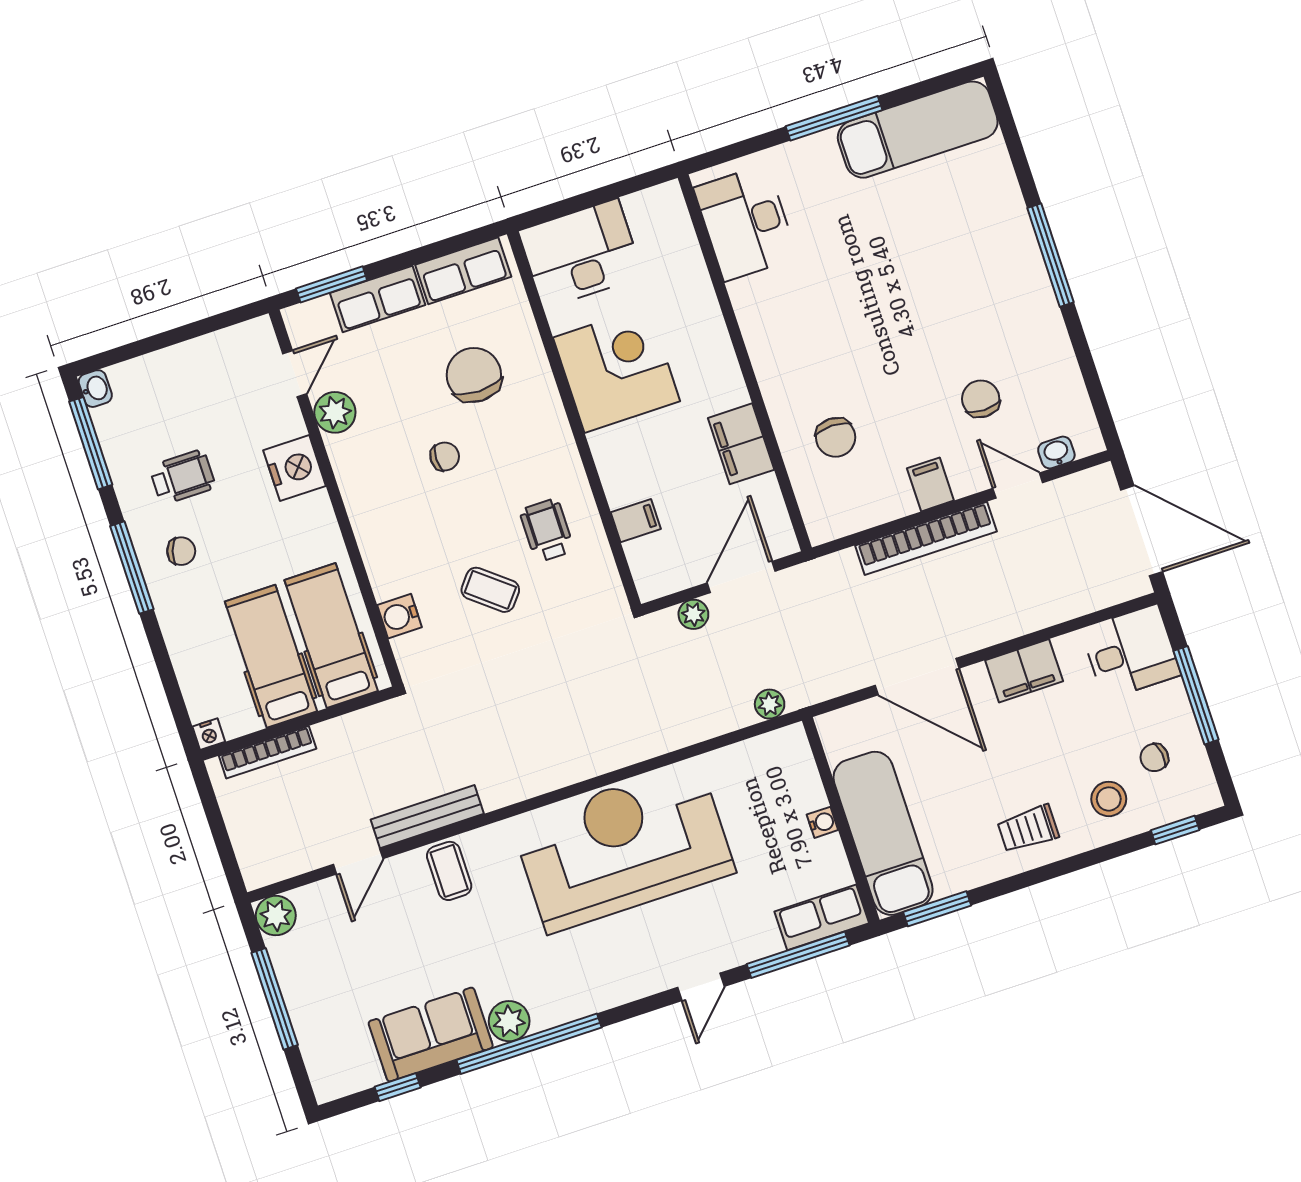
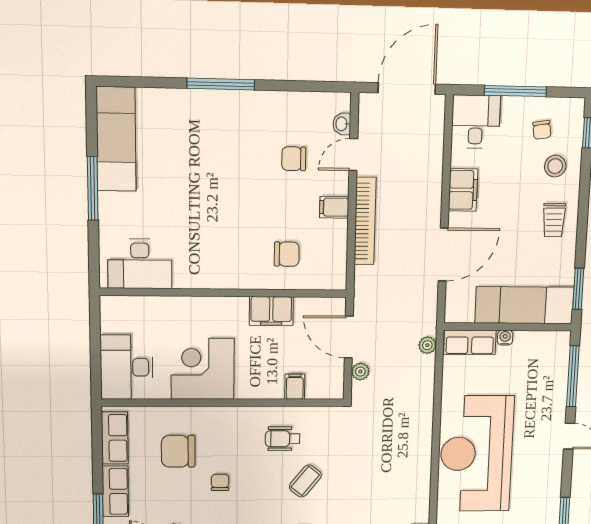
row of seats: (822, 917) -> (470, 342), moved, turned -90

